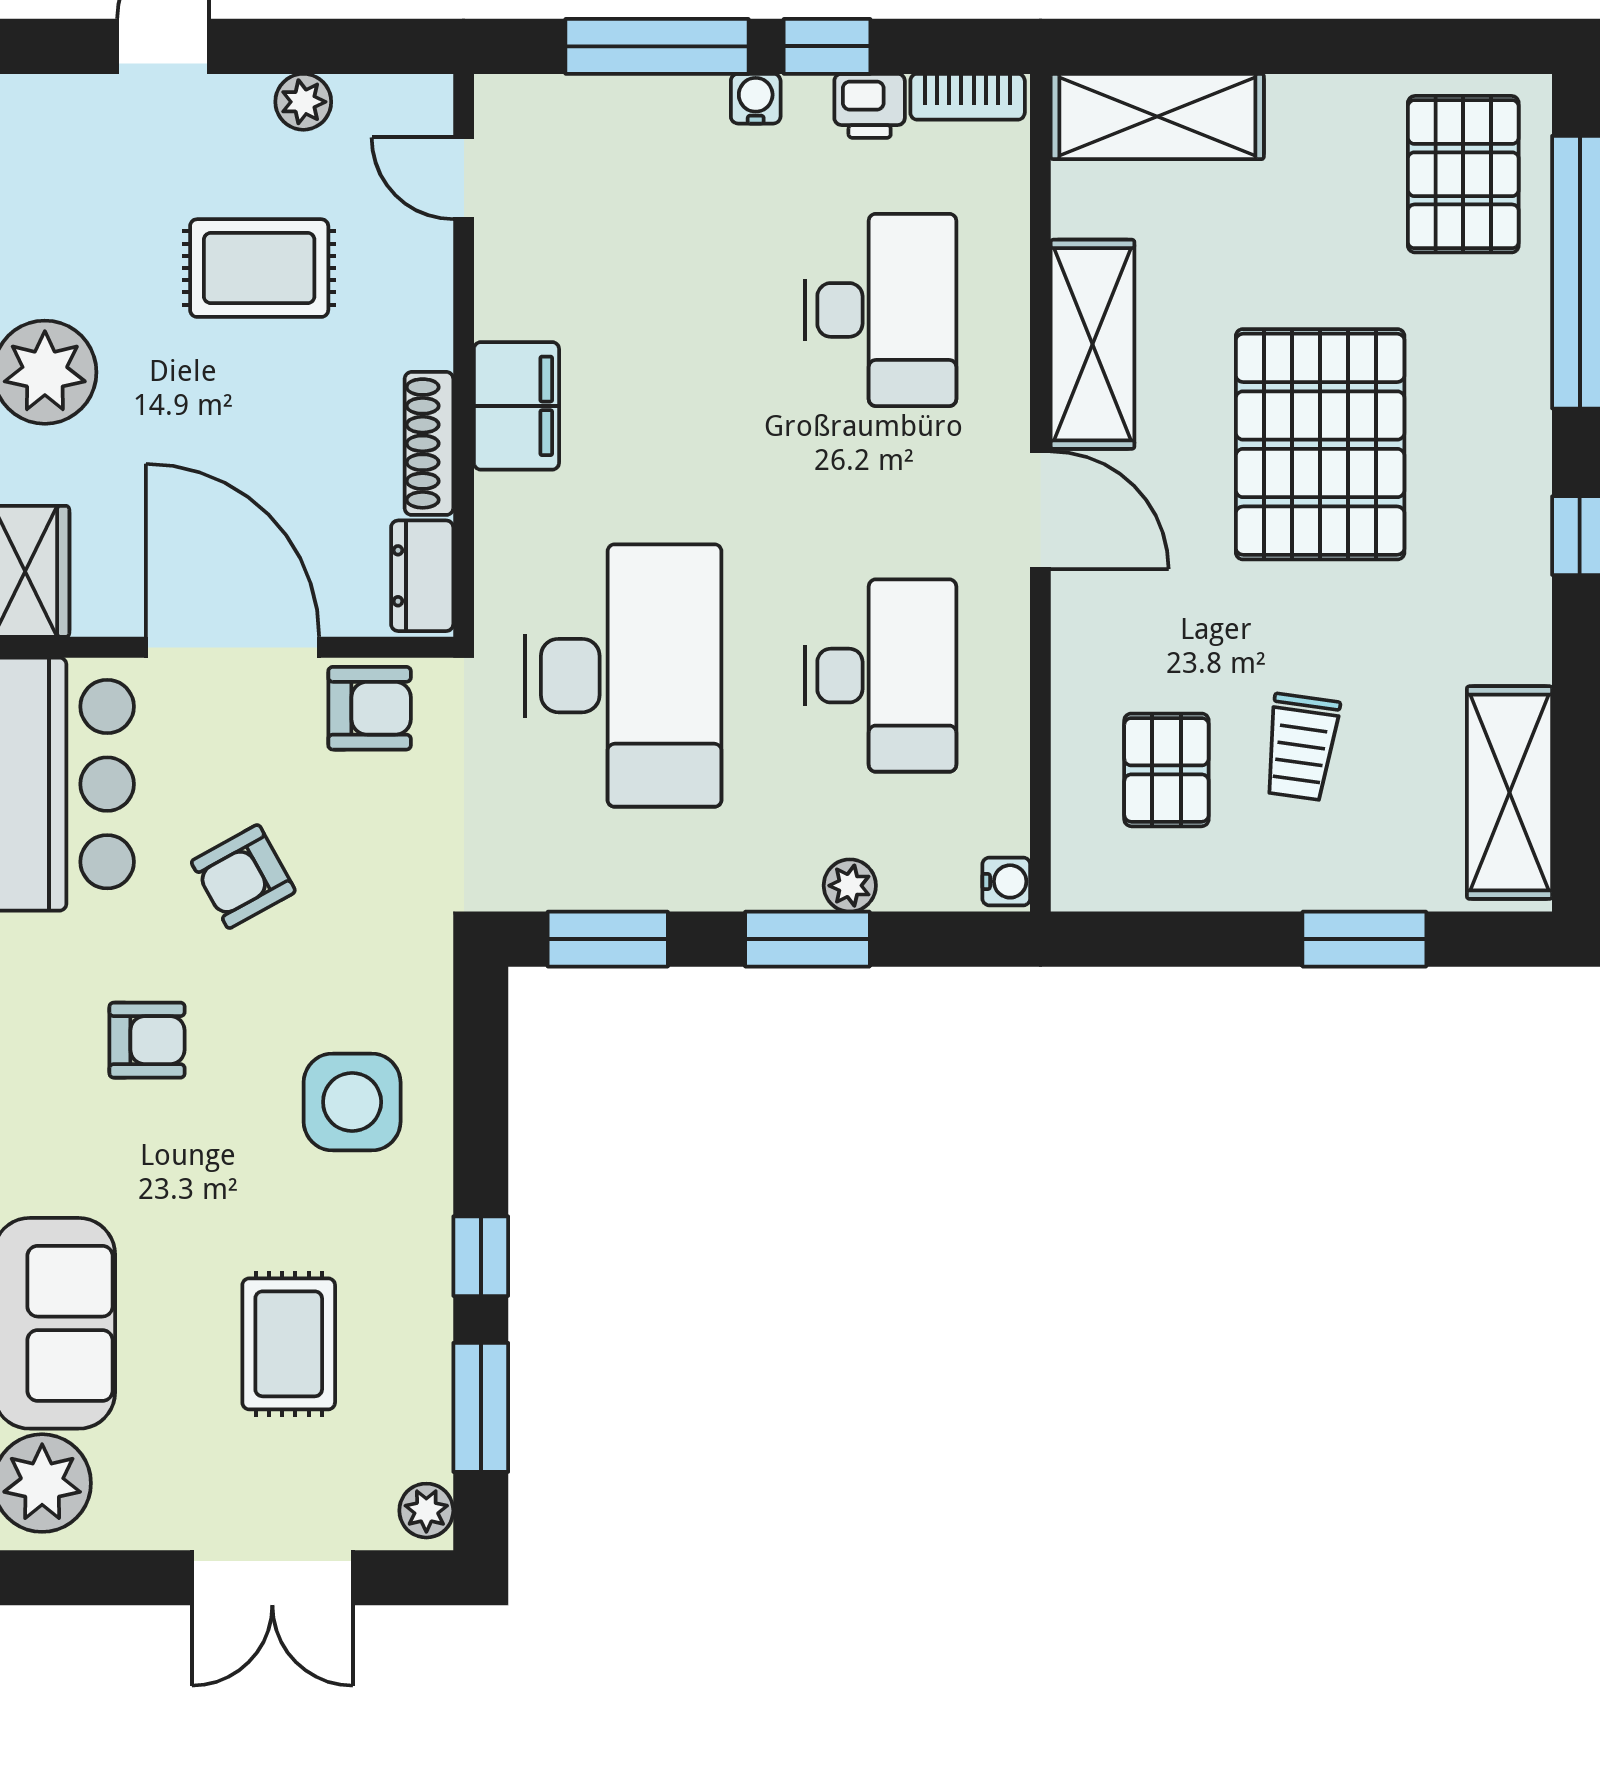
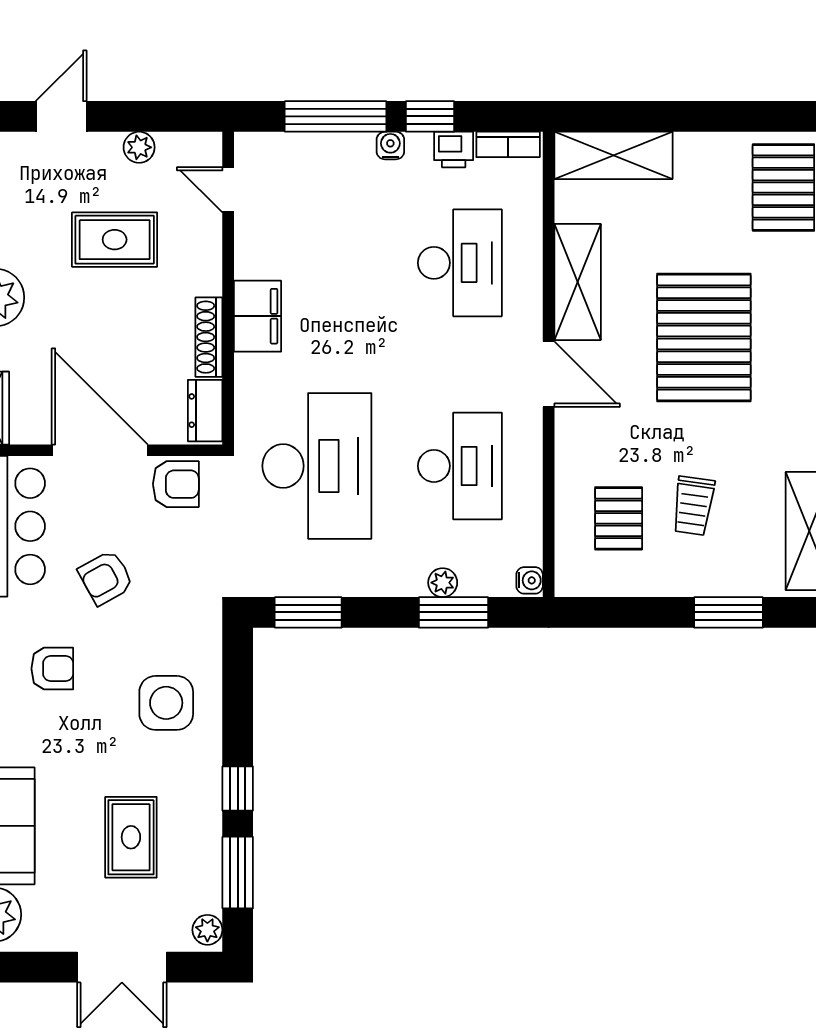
window: (807, 939) -> (453, 612), moved

